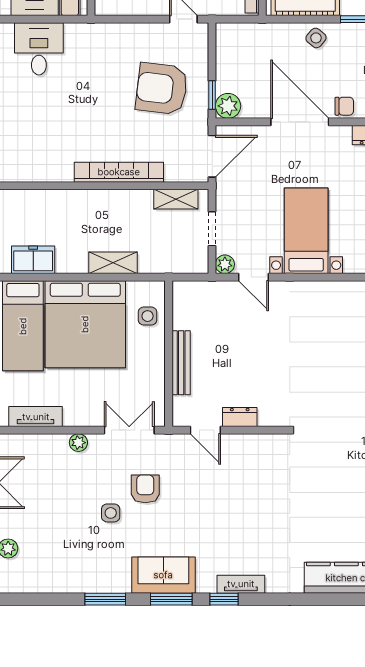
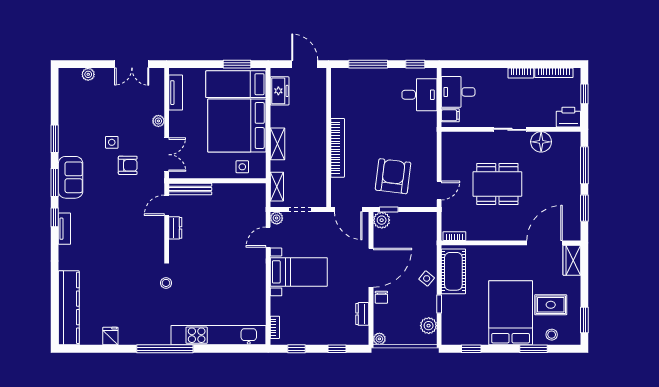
shelving: (176, 199) -> (277, 187), moved
bench: (181, 363) -> (190, 189), moved
stool: (323, 431) -> (166, 283), added

